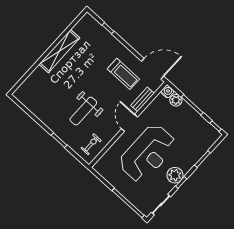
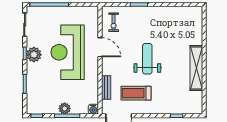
plant: (176, 100) -> (65, 108), moved
weight bench: (83, 111) -> (147, 59), moved
door: (130, 123) -> (100, 47), moved

